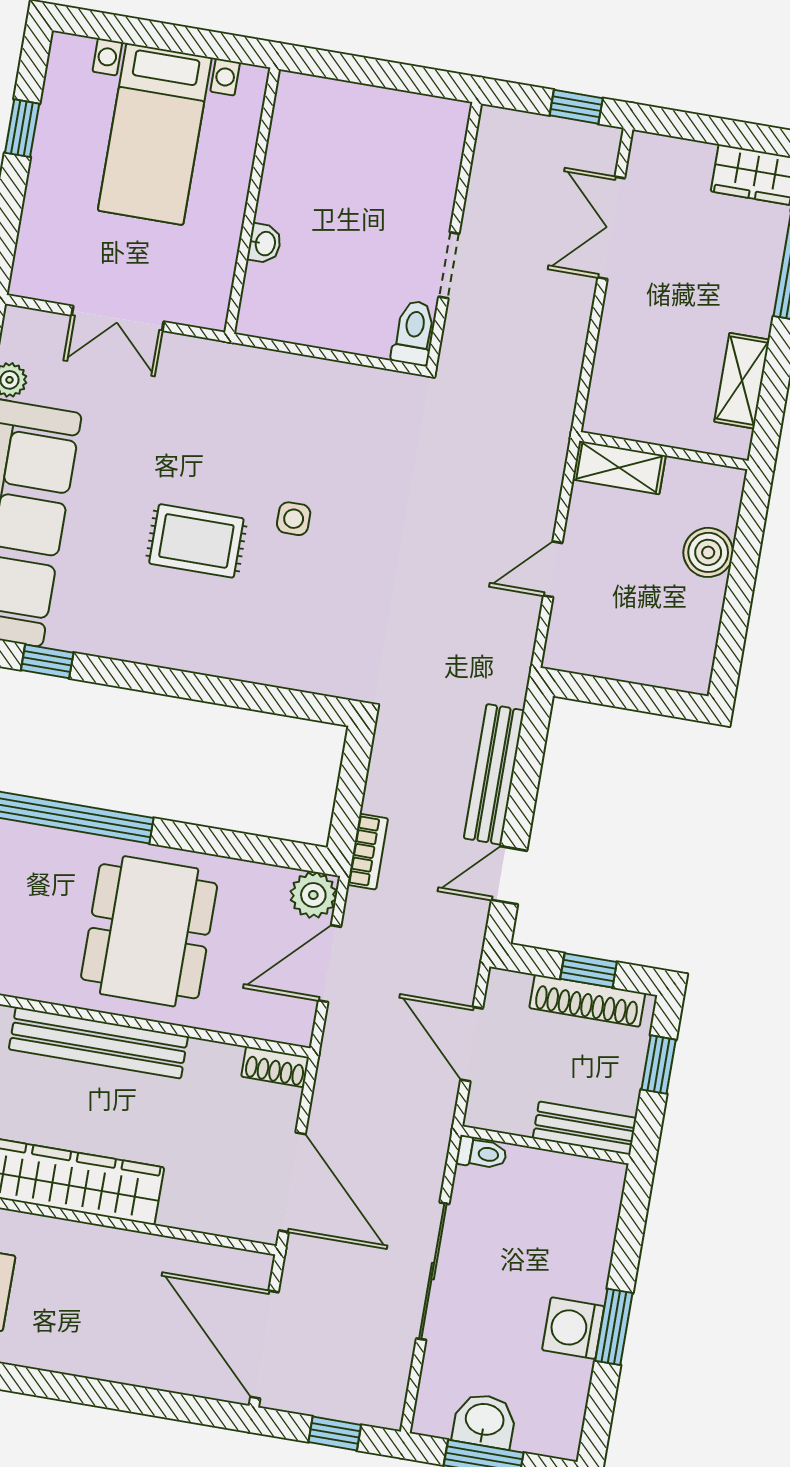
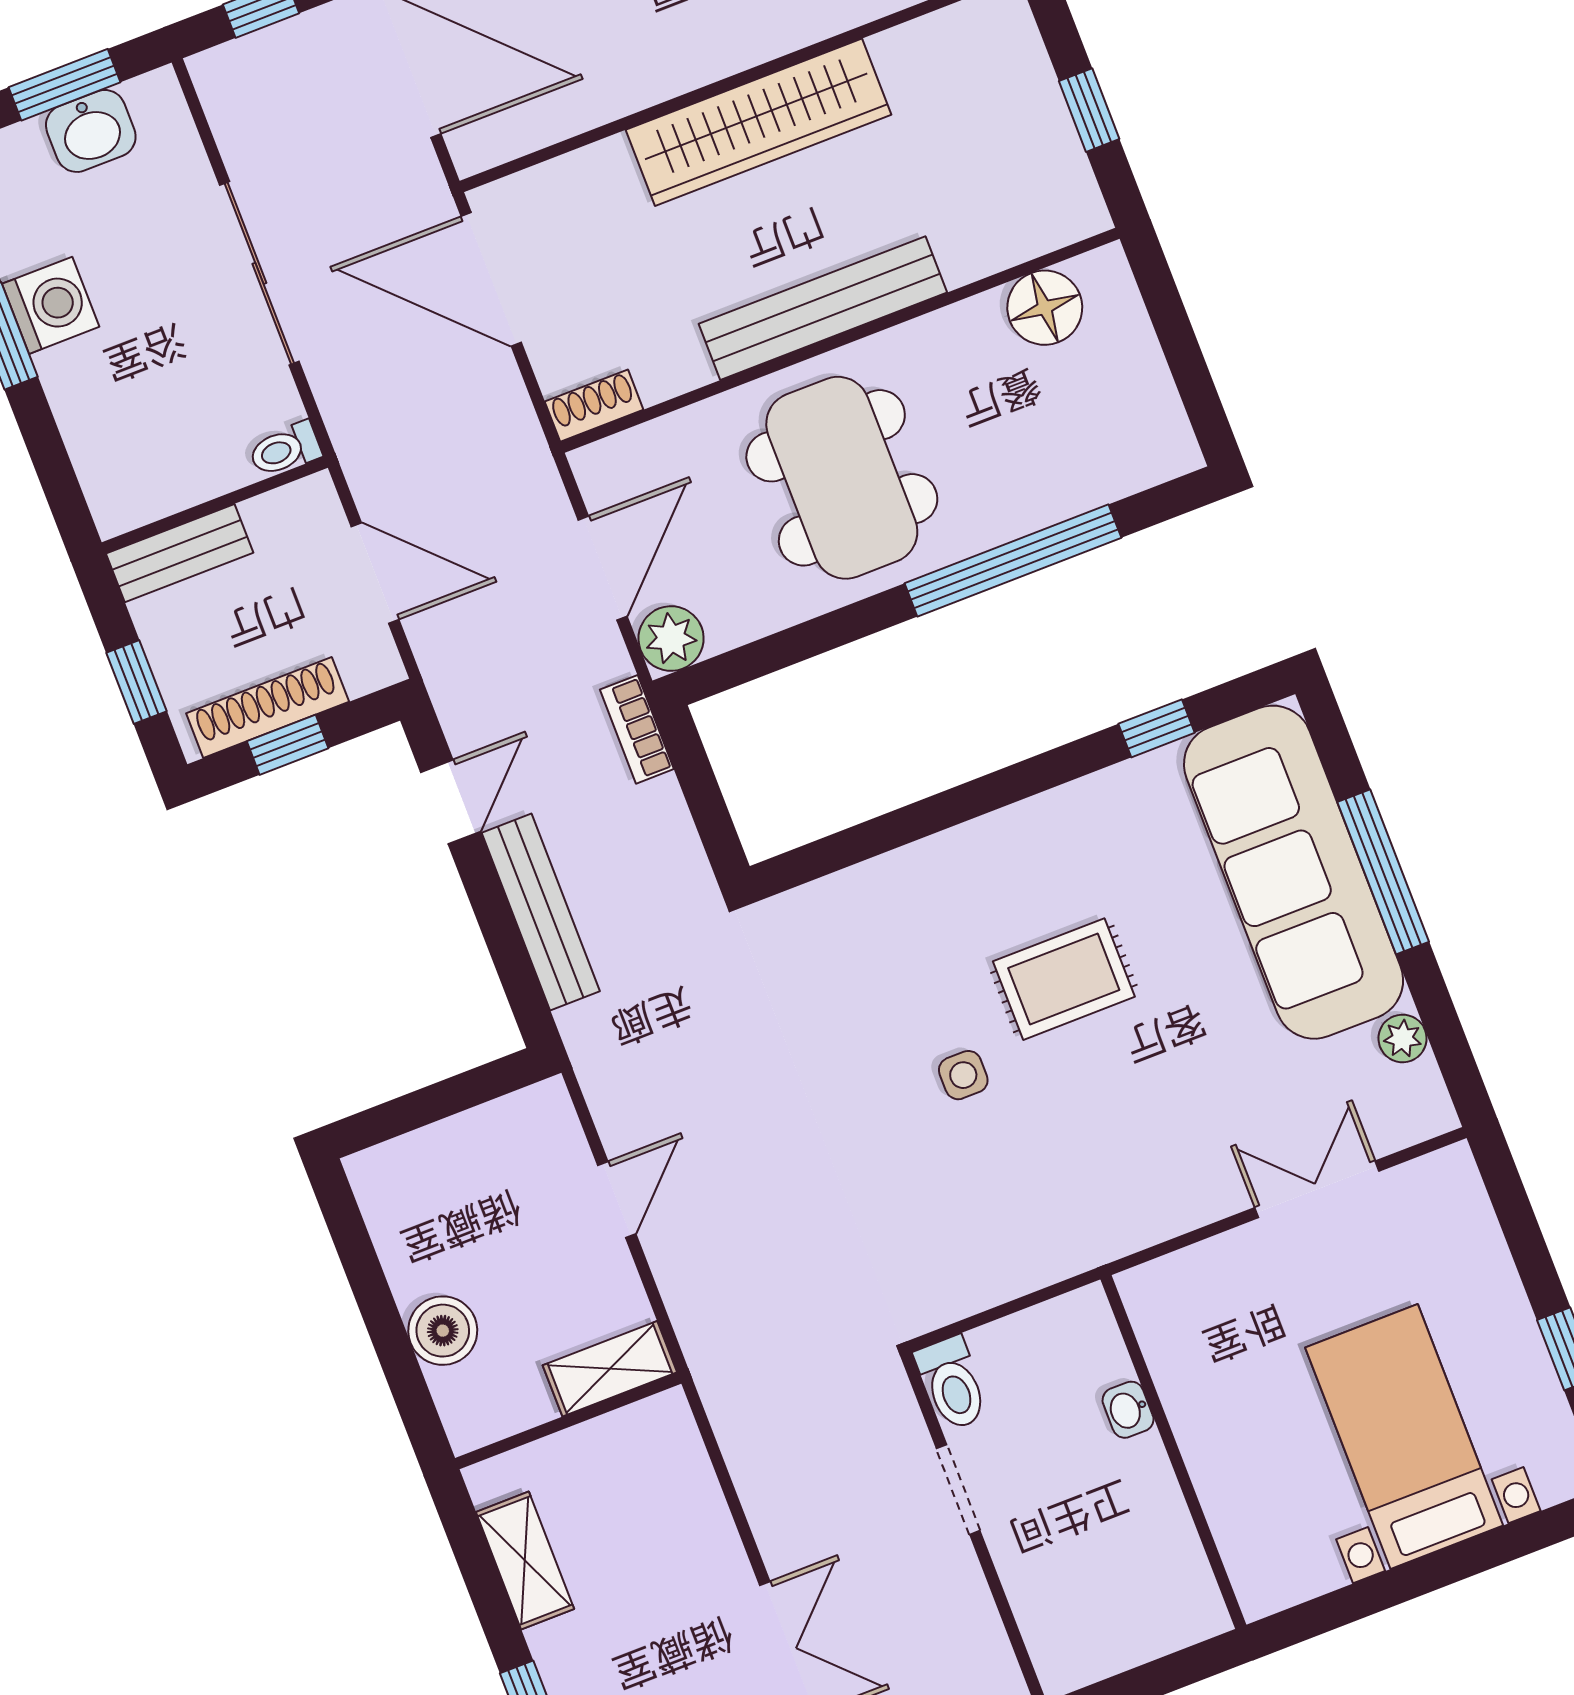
wall: (252, 201) -> (1173, 1452), moved
washbasin: (265, 243) -> (1128, 1410), moved

